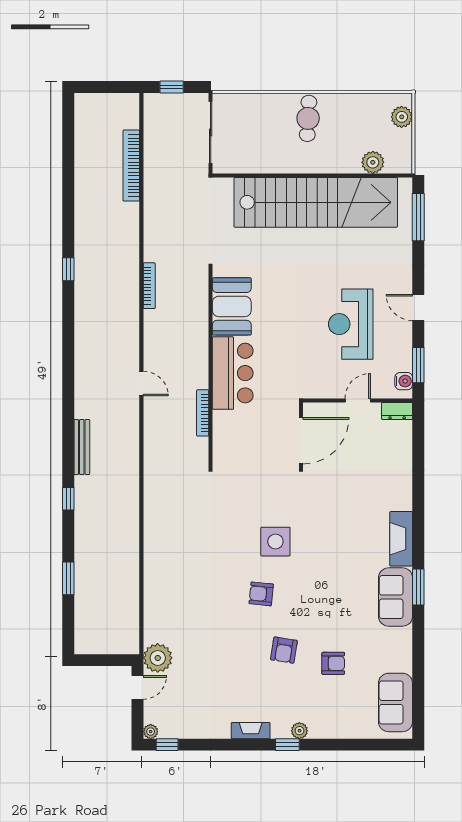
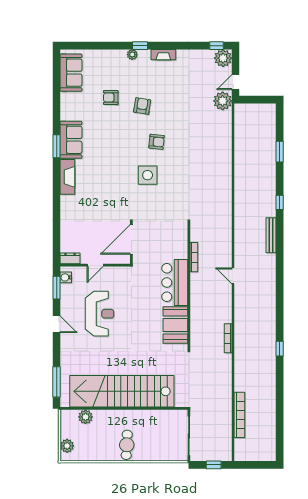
plant: (151, 732) -> (223, 58), width x1.88, depth x1.88

